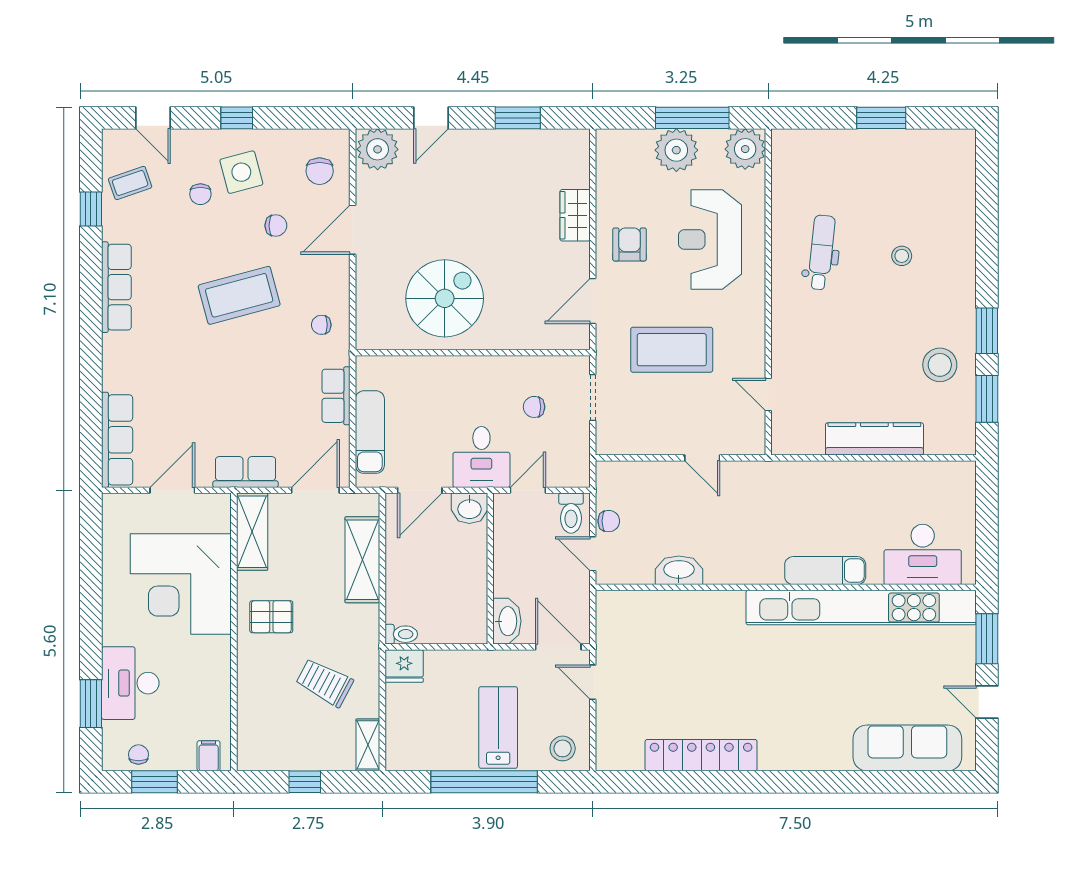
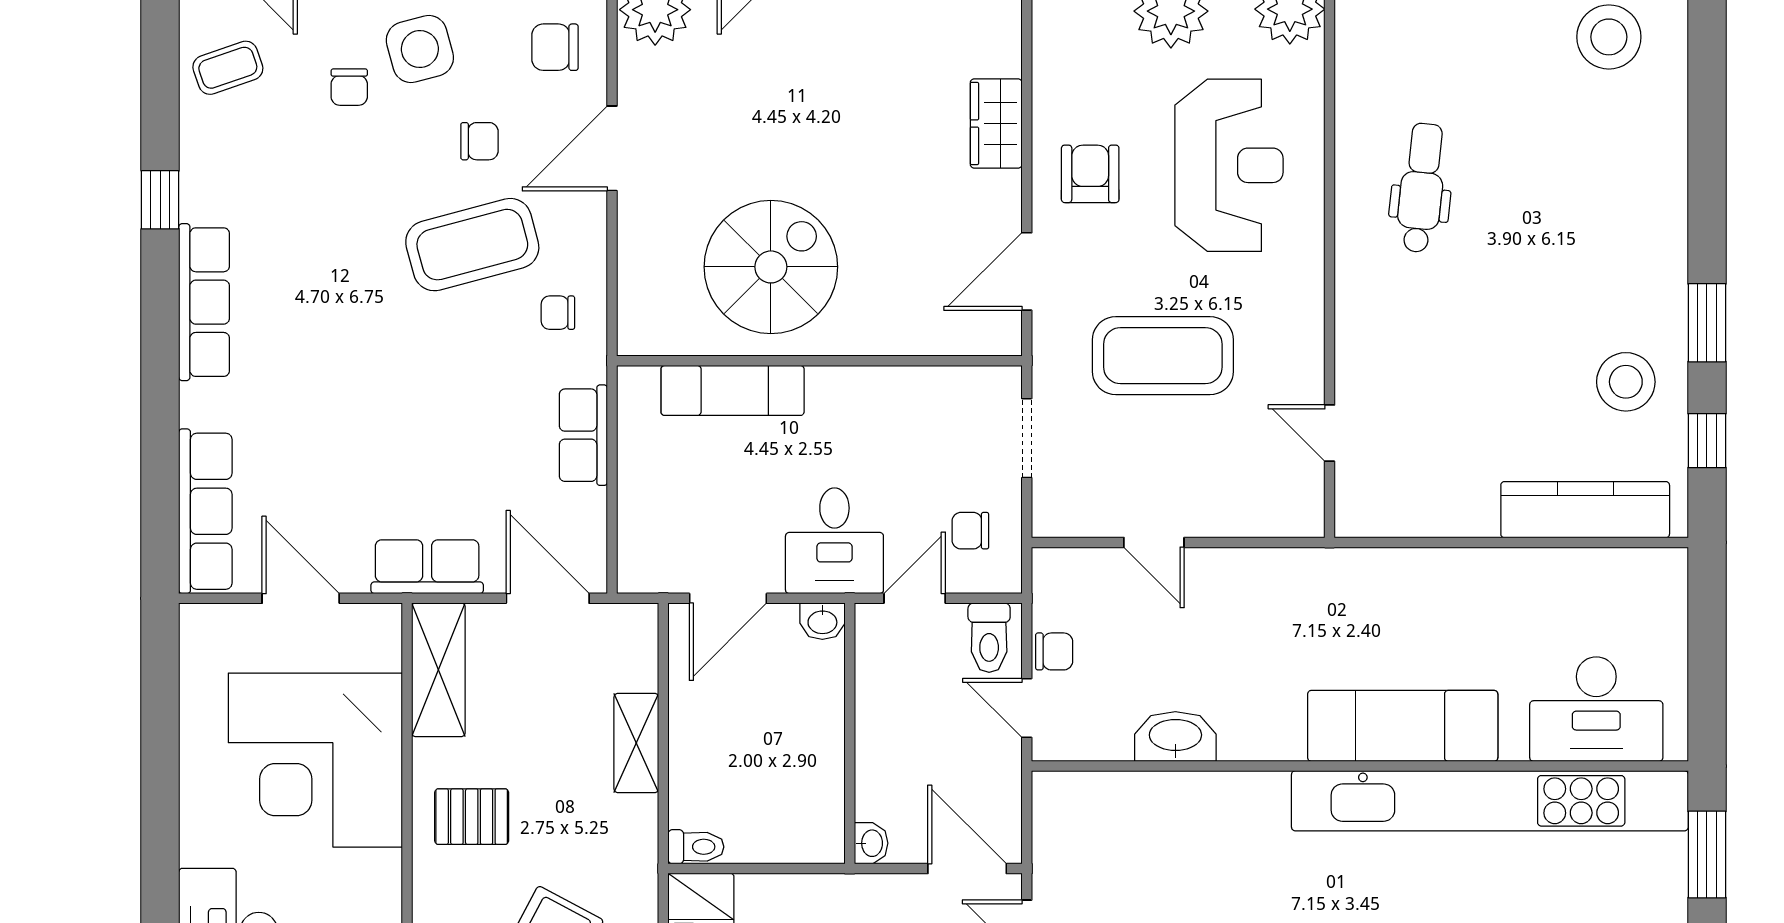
chair: (320, 171) -> (555, 47), turned 90
window: (91, 209) -> (160, 200), moved
reception desk: (710, 240) -> (1229, 165), turned 180
stool: (902, 256) -> (1609, 37), moved, width x1.89, depth x1.89
row of seats: (116, 287) -> (204, 302), moved
coffee table: (239, 295) -> (472, 245), moved
window: (987, 399) -> (1707, 441), width x0.67
chair: (534, 407) -> (970, 531), moved
exam couch: (370, 432) -> (733, 390), moved, turned 90
kitchen counter: (874, 439) -> (1585, 510), moved
door: (702, 458) -> (1154, 542), moved
door: (172, 490) -> (301, 598), hinge flipped
door: (315, 490) -> (548, 598), hinge flipped
washbasin: (469, 508) -> (822, 621), width x0.72, depth x0.69
shelving: (362, 560) -> (636, 743), width x0.67, depth x0.75
exam couch: (825, 571) -> (1403, 726), width x1.36, depth x1.45
washbasin: (507, 621) -> (871, 843), width x0.52, depth x0.69

